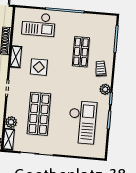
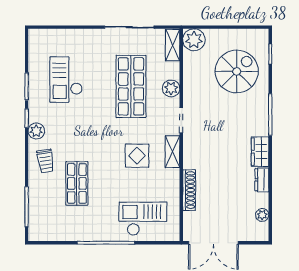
shelving: (16, 57) -> (172, 152), moved
plant: (11, 122) -> (171, 88), moved
checkout: (82, 122) -> (66, 79), width x0.73, depth x0.83

